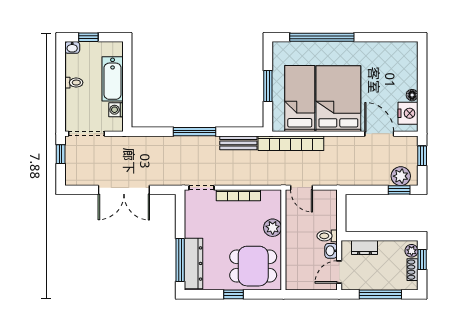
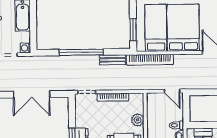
window: (268, 86) -> (133, 30), moved
washing machine: (116, 110) -> (25, 48), moved
window: (195, 132) -> (81, 52), width x1.46
door: (302, 188) -> (172, 91), moved

